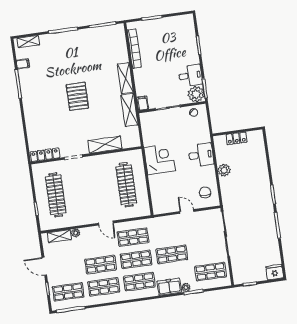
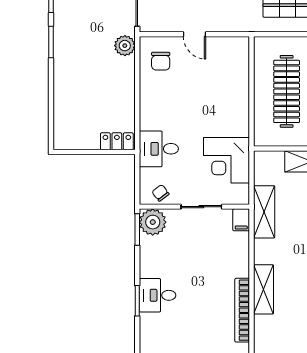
desk: (190, 75) -> (158, 295), moved
shelving: (125, 78) -> (264, 289), moved
locker: (236, 138) -> (117, 141), moved
desk: (201, 155) -> (159, 149), moved
corner desk: (160, 159) -> (227, 160), moved
plant: (224, 170) -> (125, 46), moved

